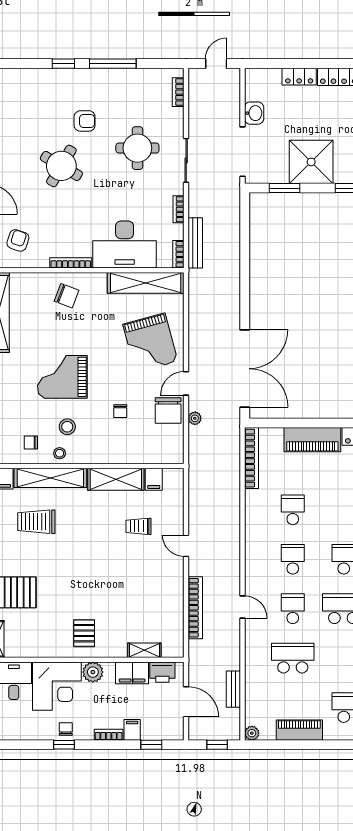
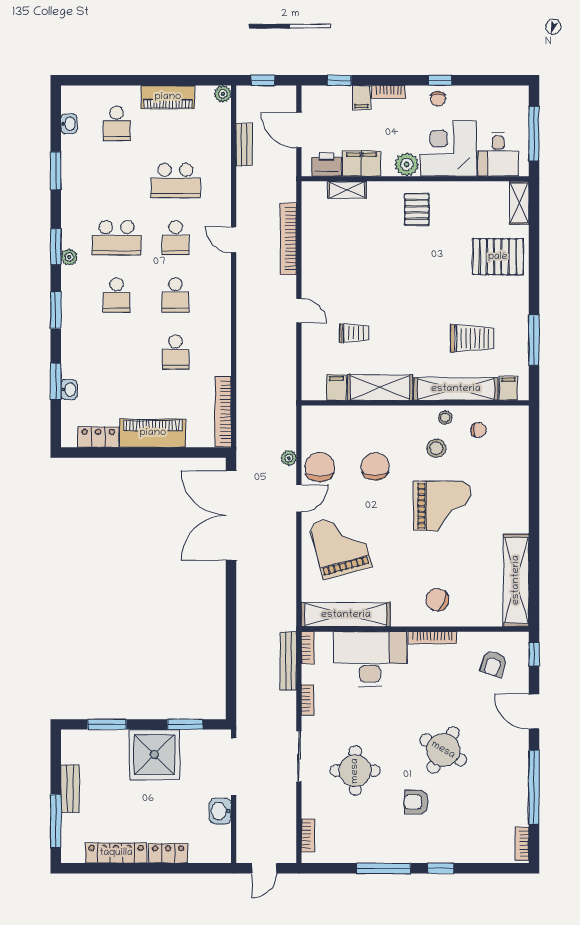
chair: (120, 411) -> (375, 466), width x1.87, depth x1.87

